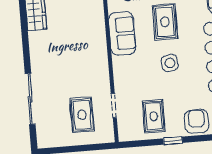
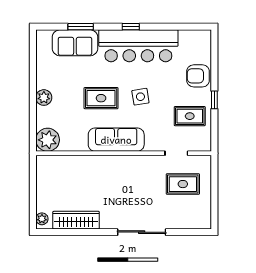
sofa: (122, 34) -> (116, 140), width x1.36
sliding door: (30, 99) -> (142, 232), moved

